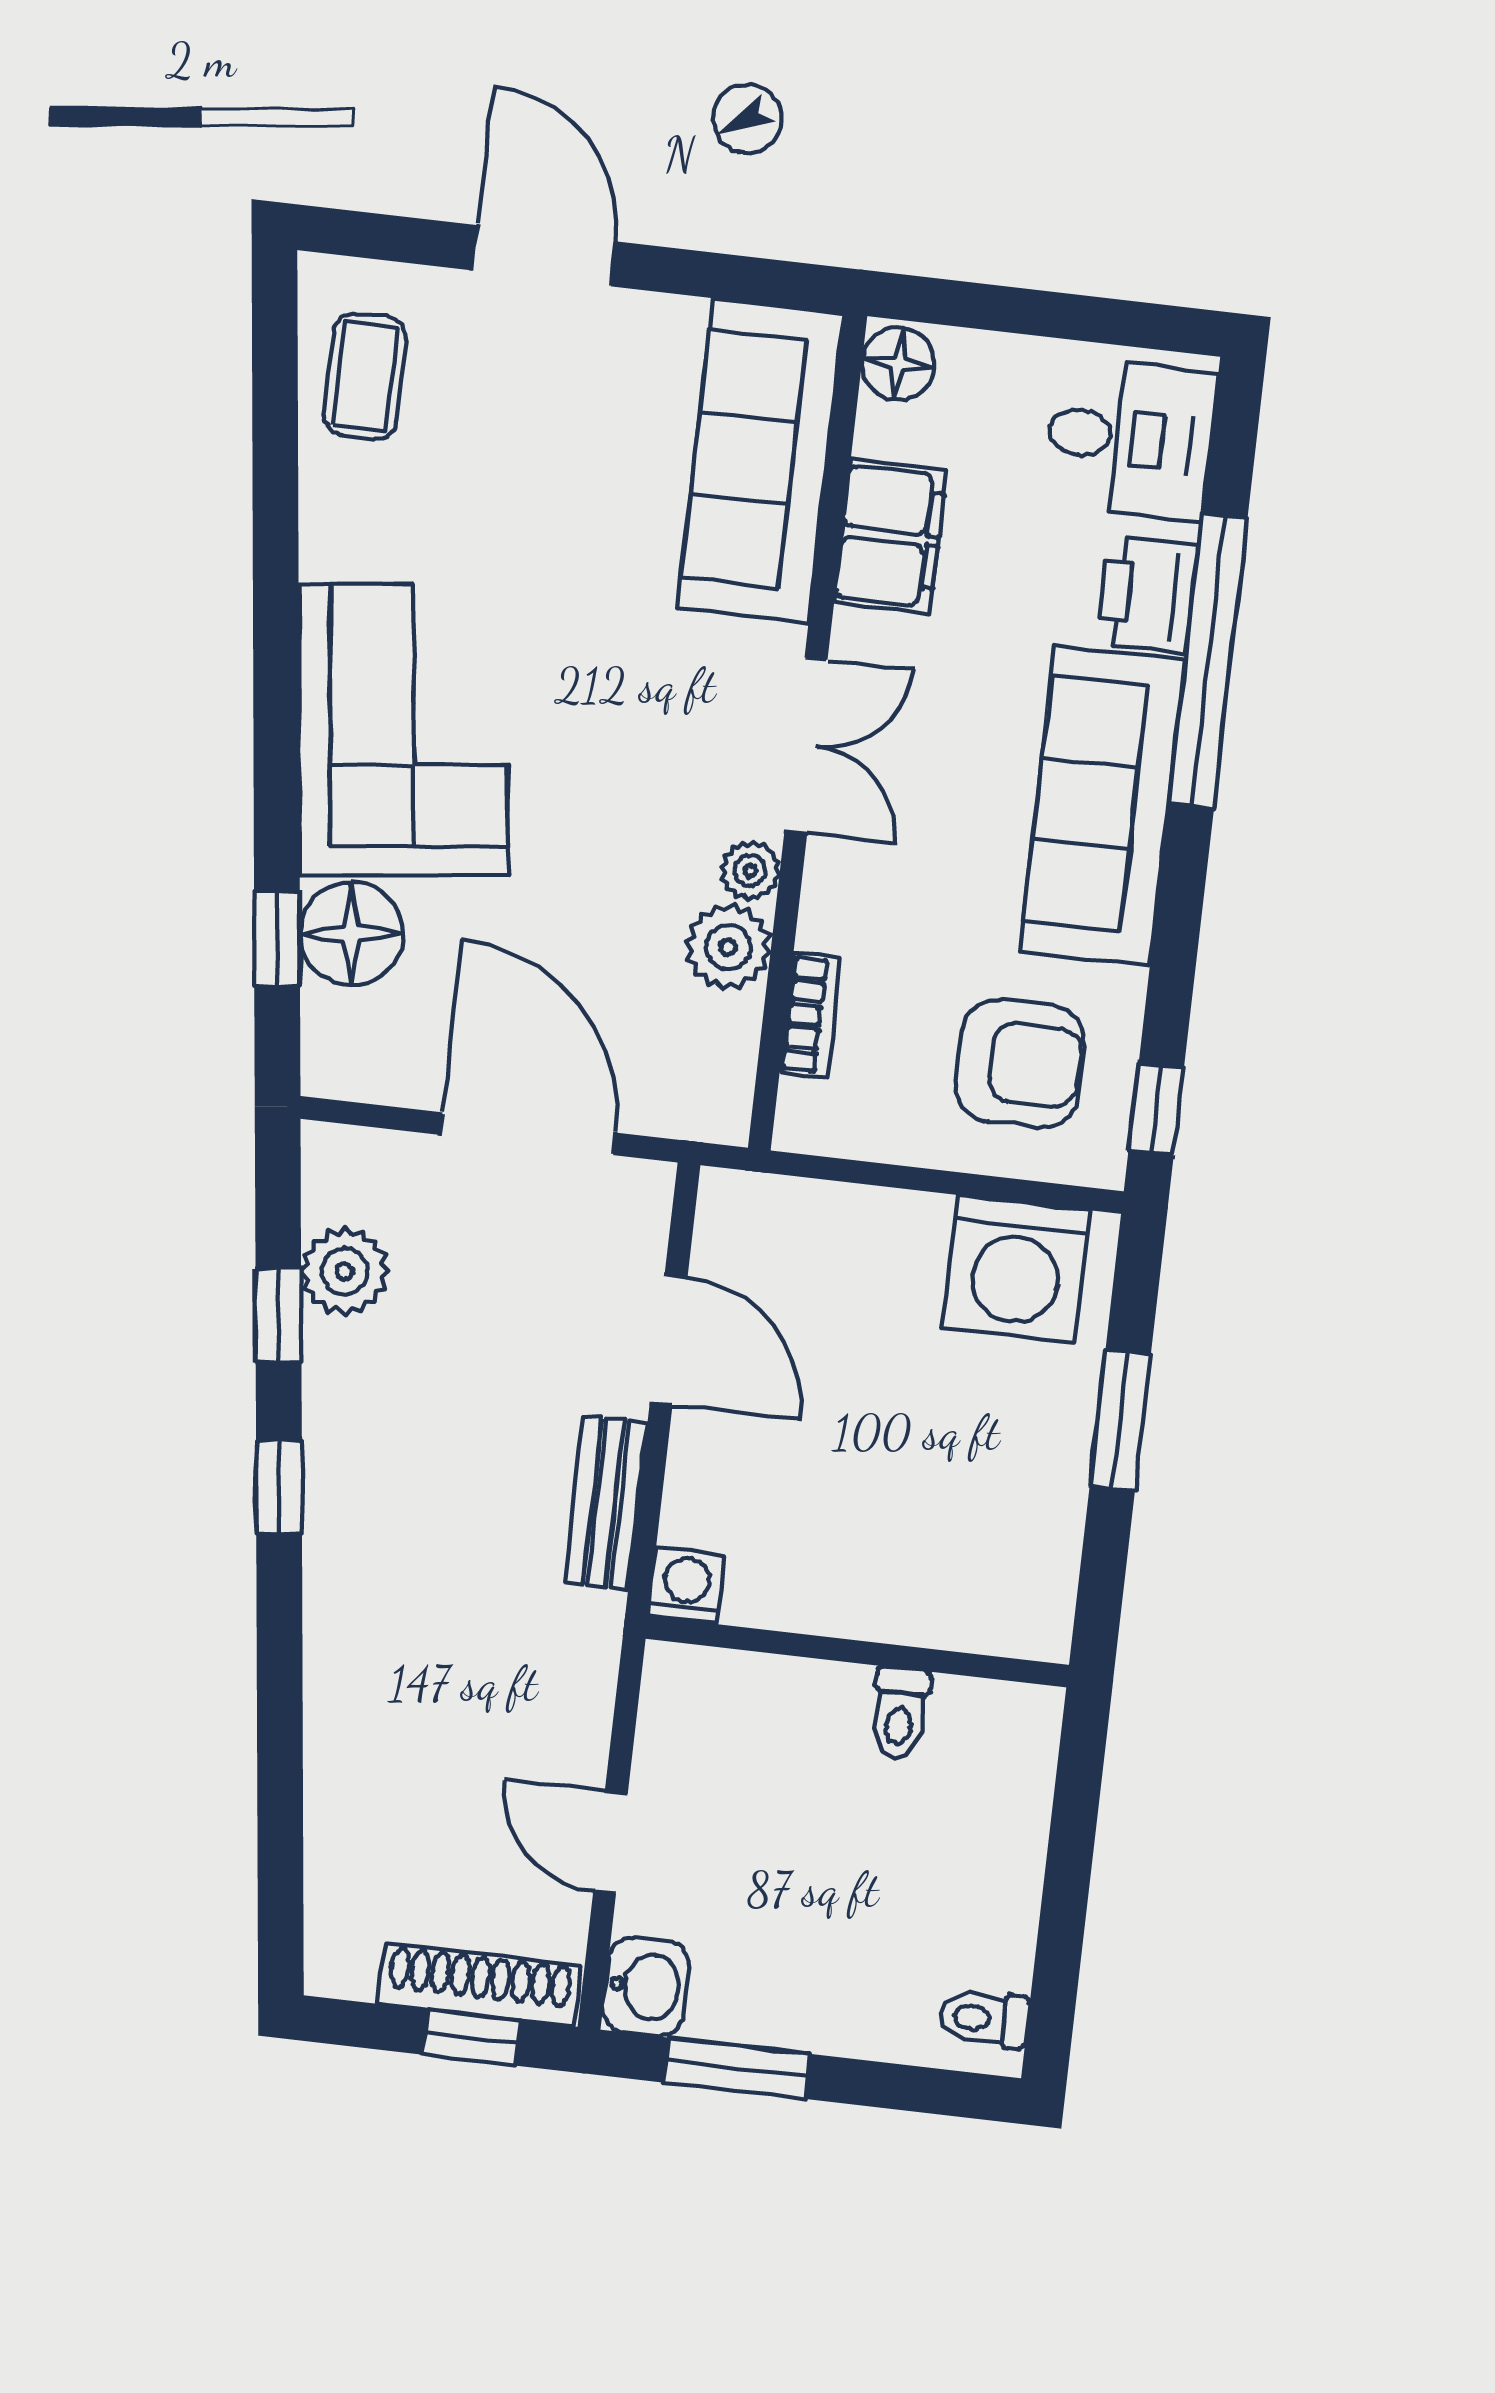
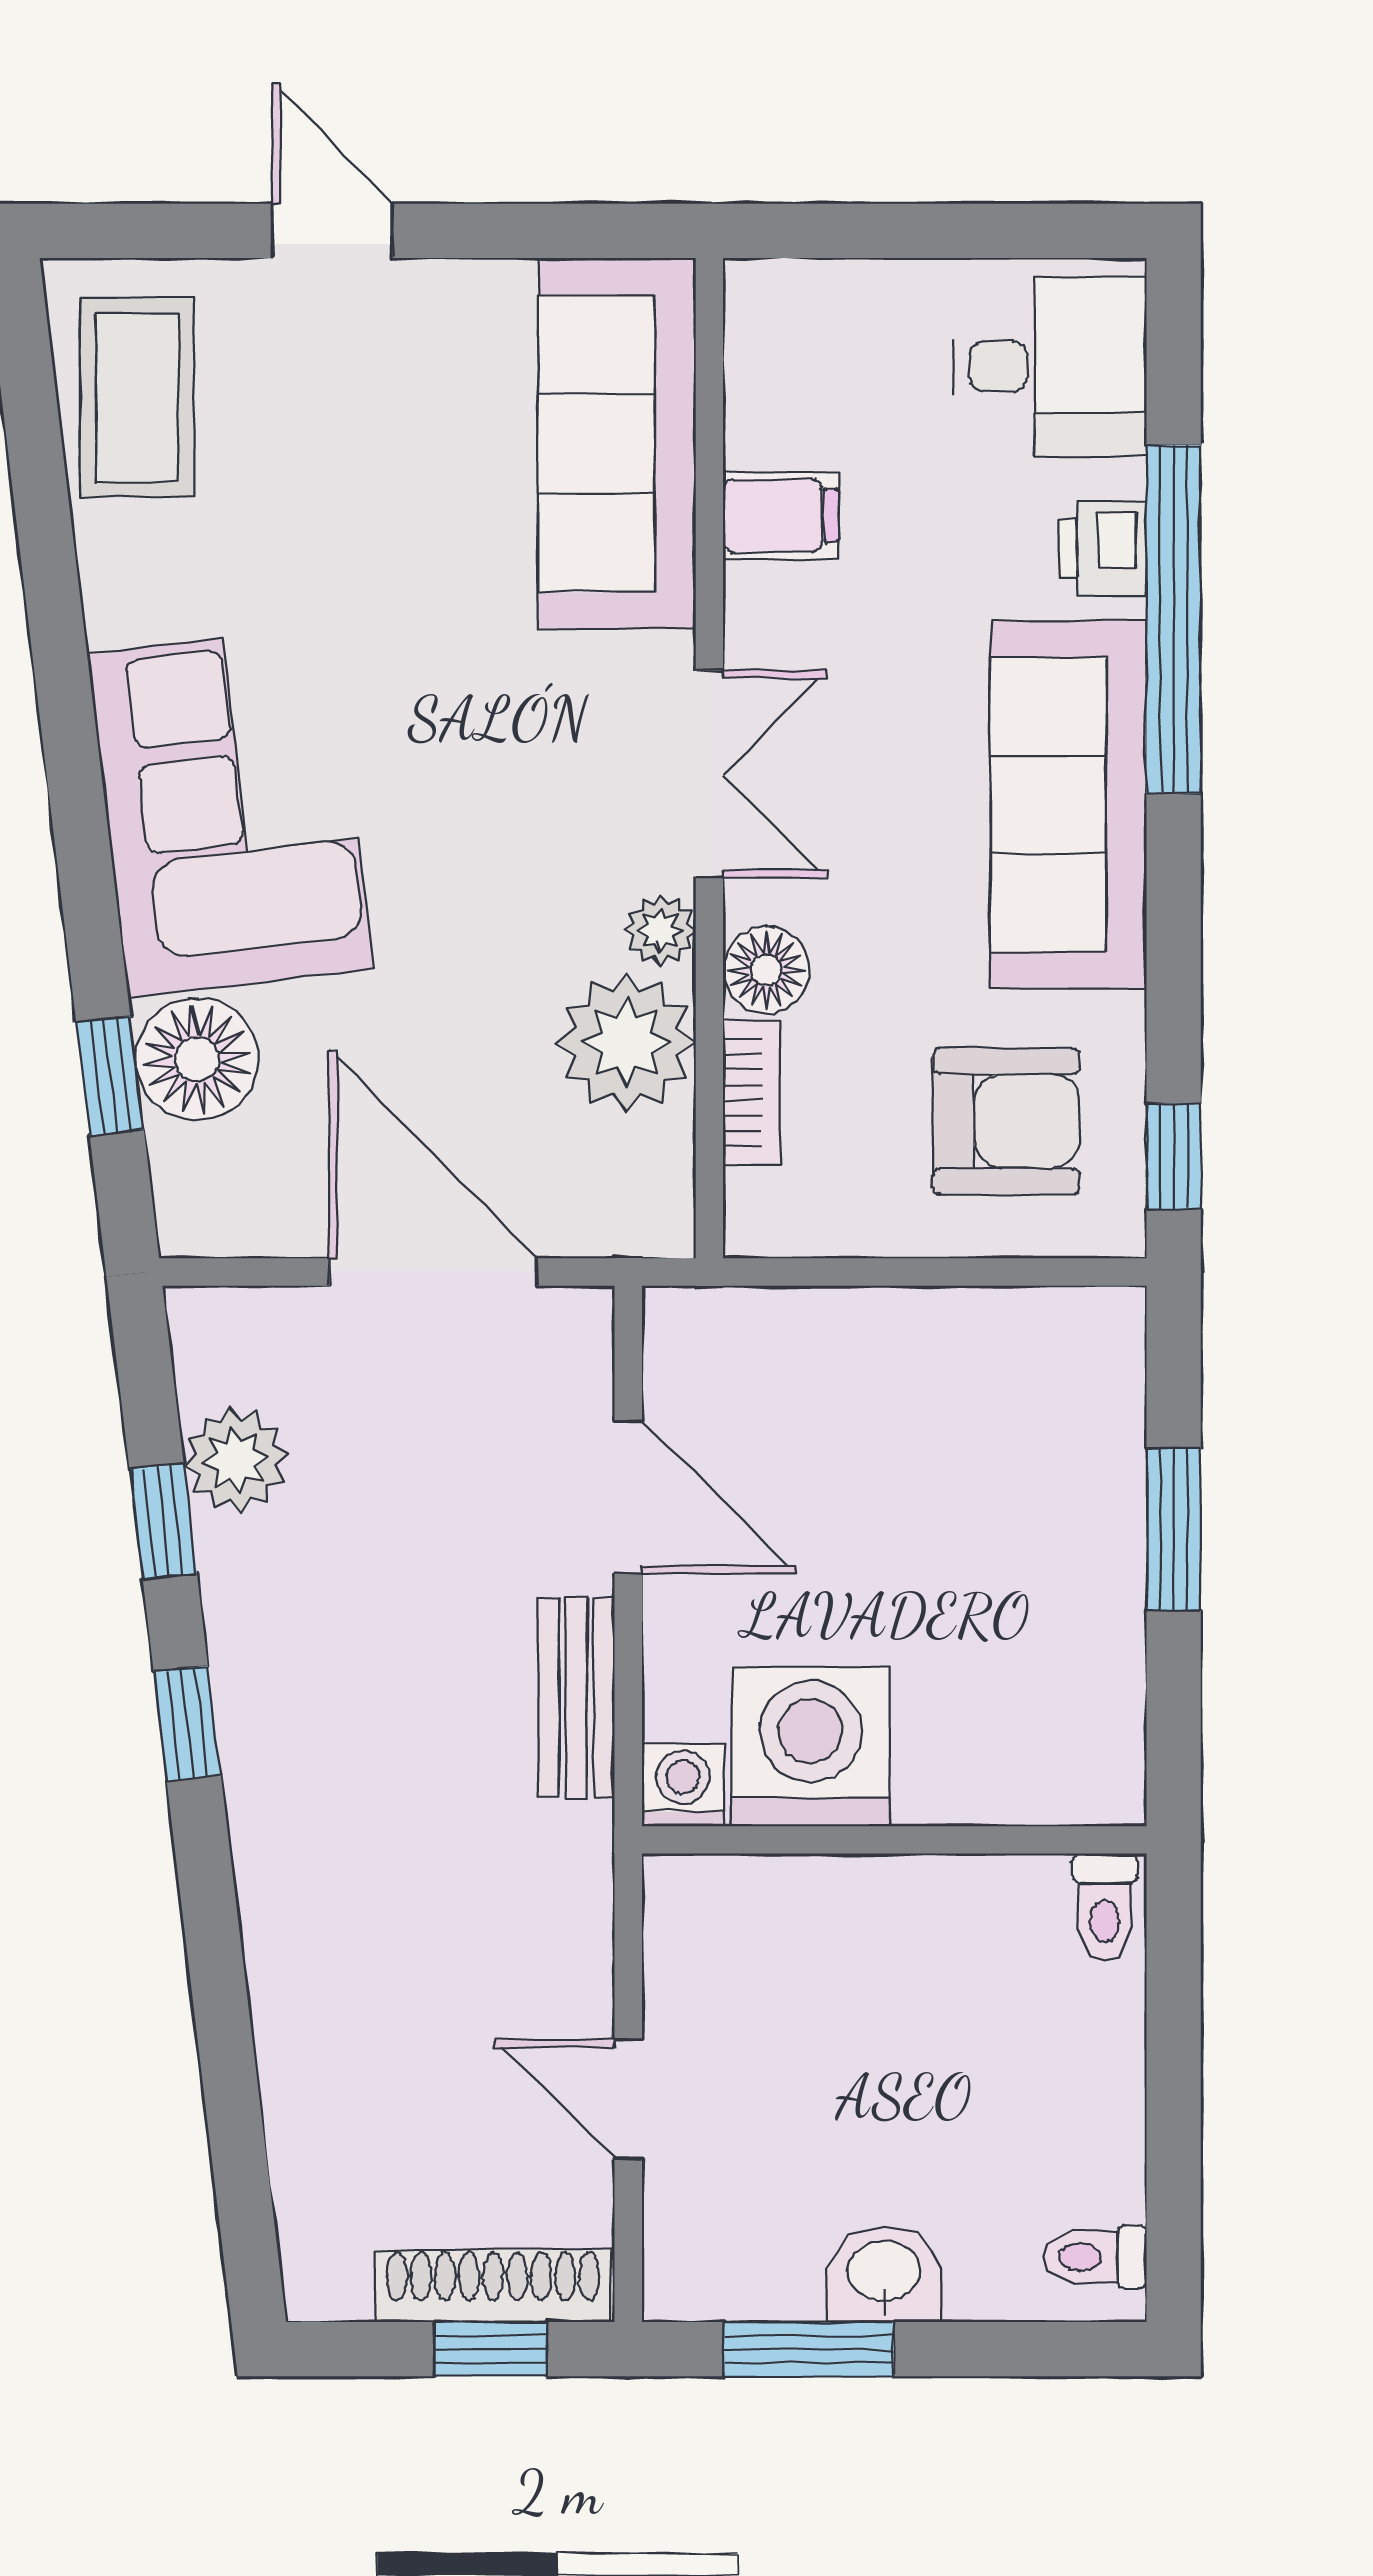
door: (544, 256) -> (332, 231), width x0.73
floor lamp: (898, 364) -> (766, 970), moved
coffee table: (365, 376) -> (137, 398), width x1.36, depth x1.30
filing cabinet: (890, 536) -> (780, 515), width x0.50
printer: (1147, 594) -> (1103, 549), width x0.73, depth x0.81
plant: (728, 947) -> (626, 1042), width x1.36, depth x1.36
washing machine: (1016, 1269) -> (811, 1747), moved, turned 180
toilet: (900, 1713) -> (1105, 1907), moved
washbasin: (646, 1987) -> (884, 2274), moved, turned -90

